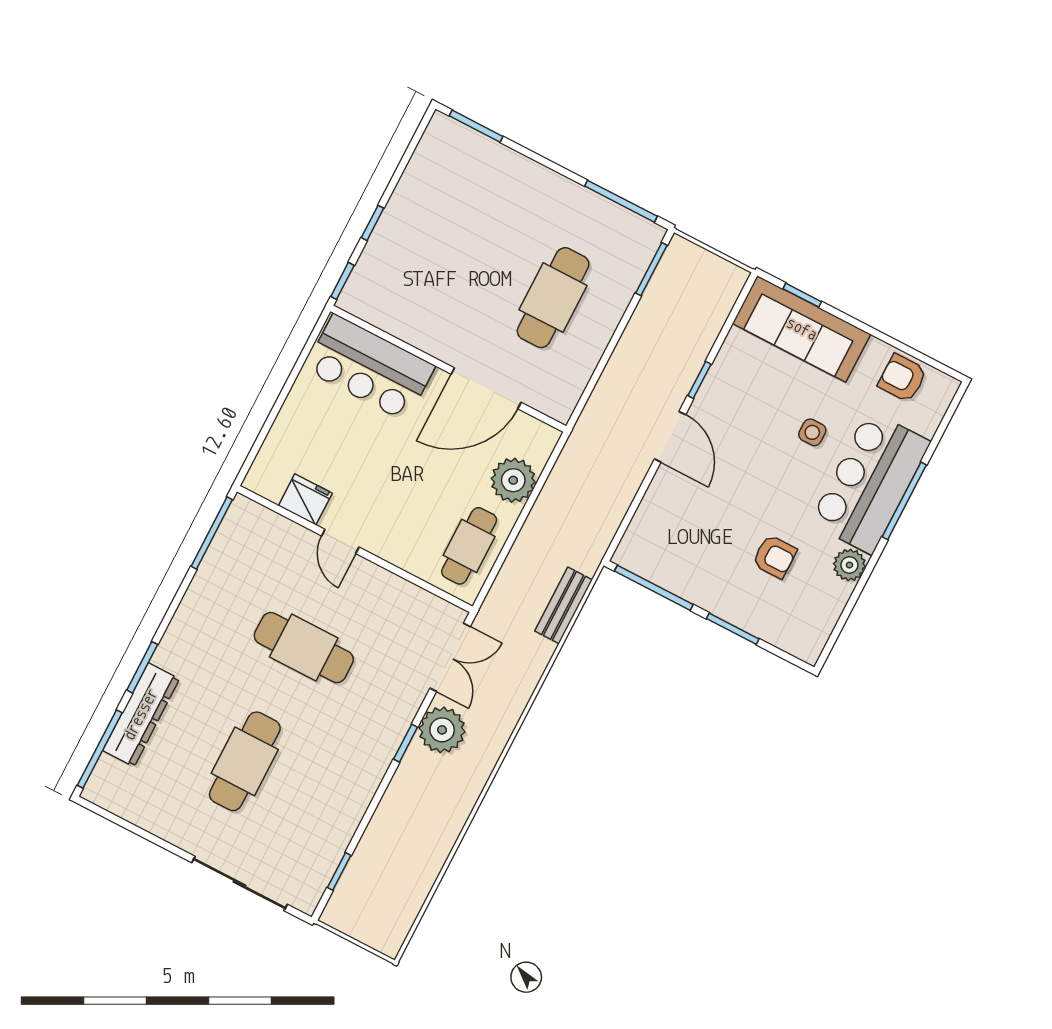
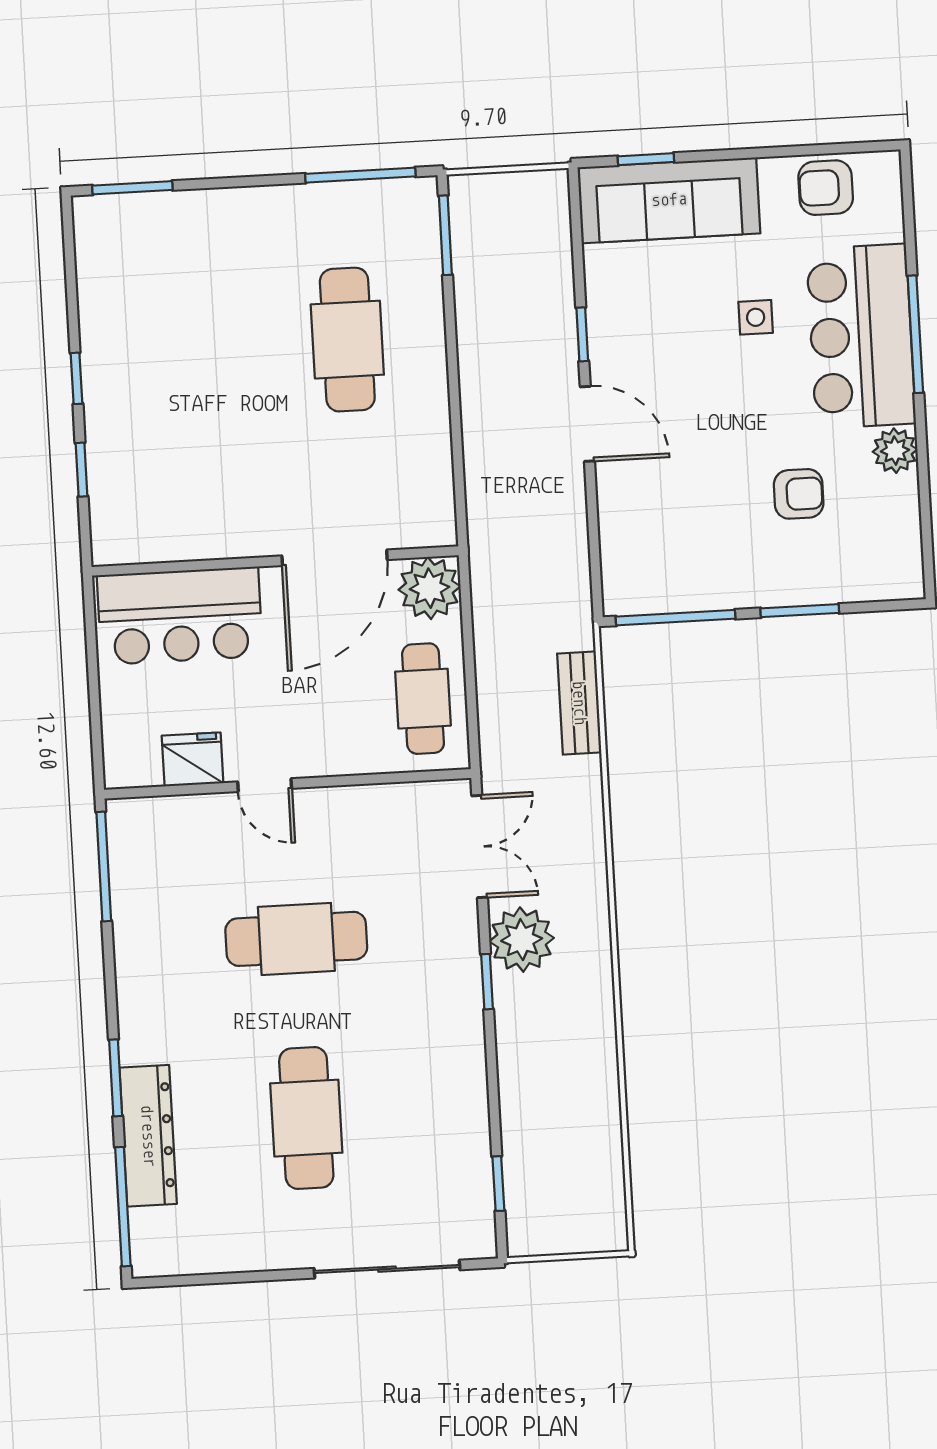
bar counter: (370, 368) -> (180, 616), moved
wall: (448, 369) -> (275, 561), moved
door: (486, 388) -> (335, 558), moved

